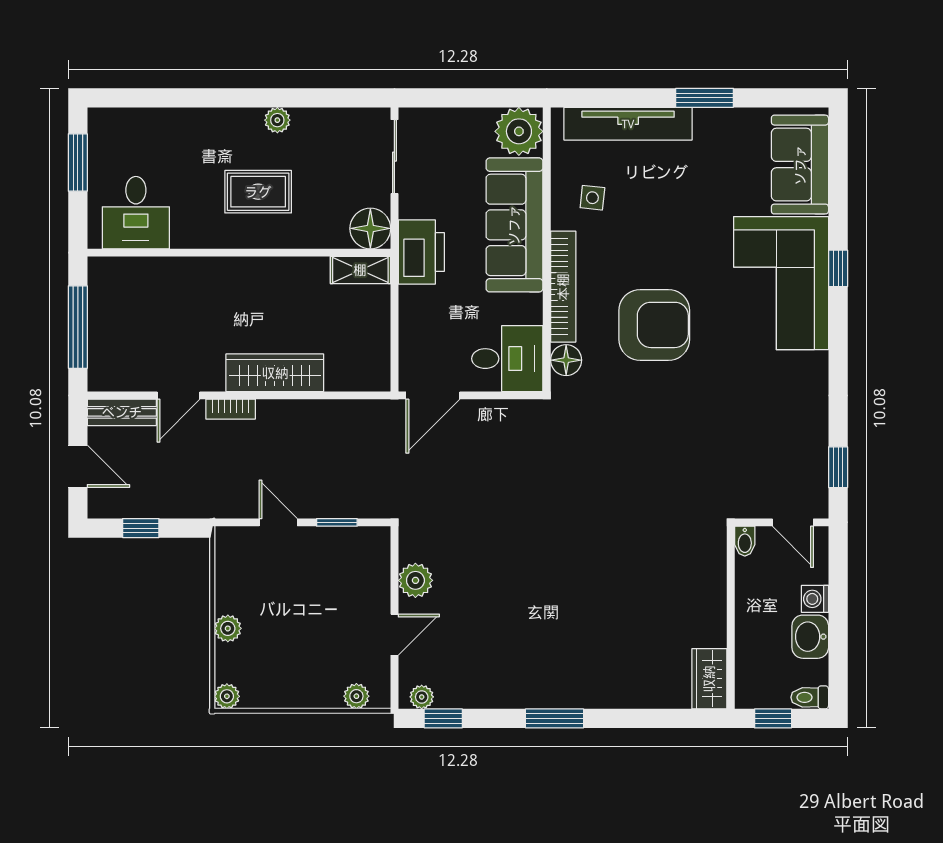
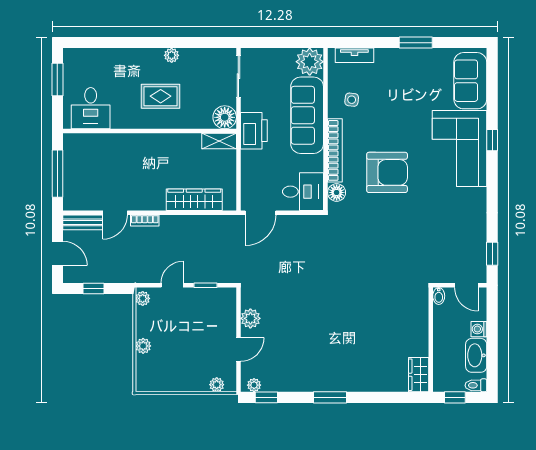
tv unit: (628, 124) -> (354, 55), width x0.52, depth x0.78
wardrobe: (275, 373) -> (194, 200), moved
door: (278, 522) -> (172, 285), hinge flipped
washbasin: (810, 637) -> (476, 355), width x1.38
plant: (227, 696) -> (143, 298), moved

